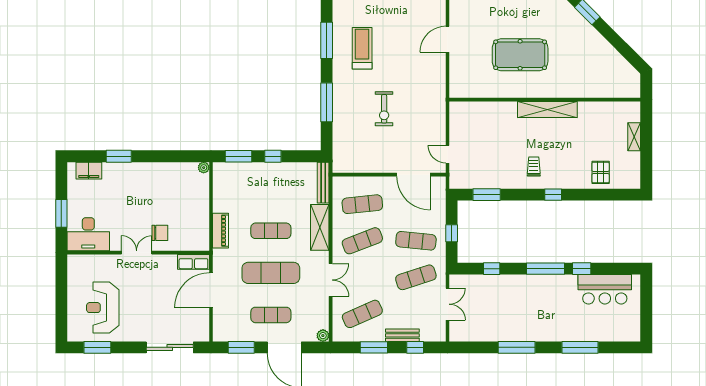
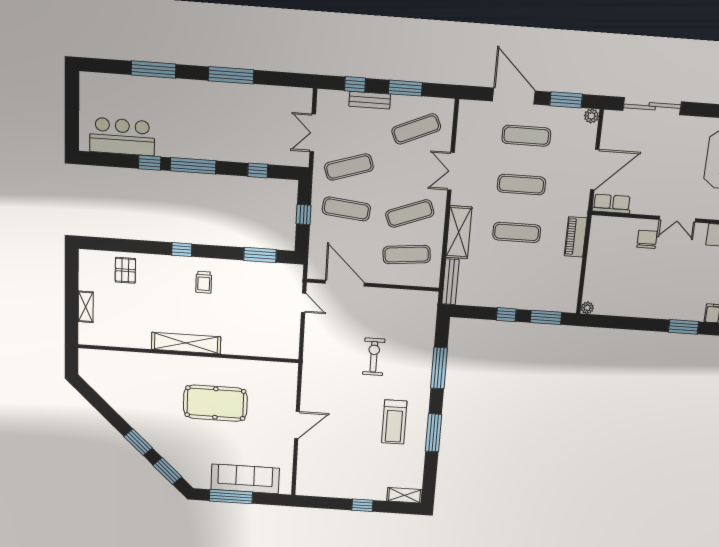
chair: (160, 233) -> (647, 239), turned 90
exercise mat: (271, 273) -> (521, 185), width x0.73, depth x0.69
plant: (323, 336) -> (591, 116), moved

